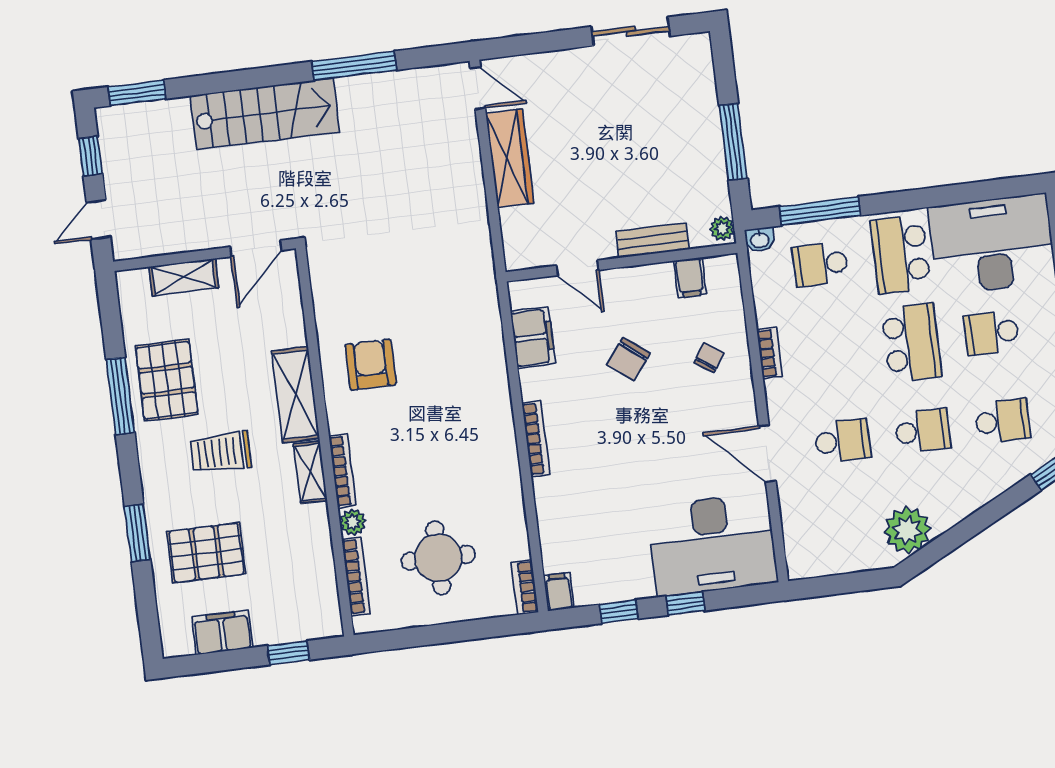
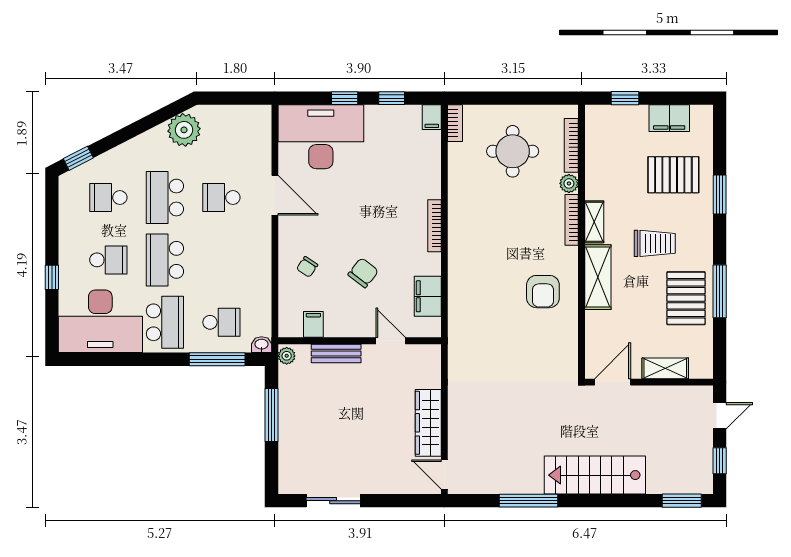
bookcase: (769, 353) -> (265, 265), removed
school desk: (923, 431) -> (165, 198), width x1.85

